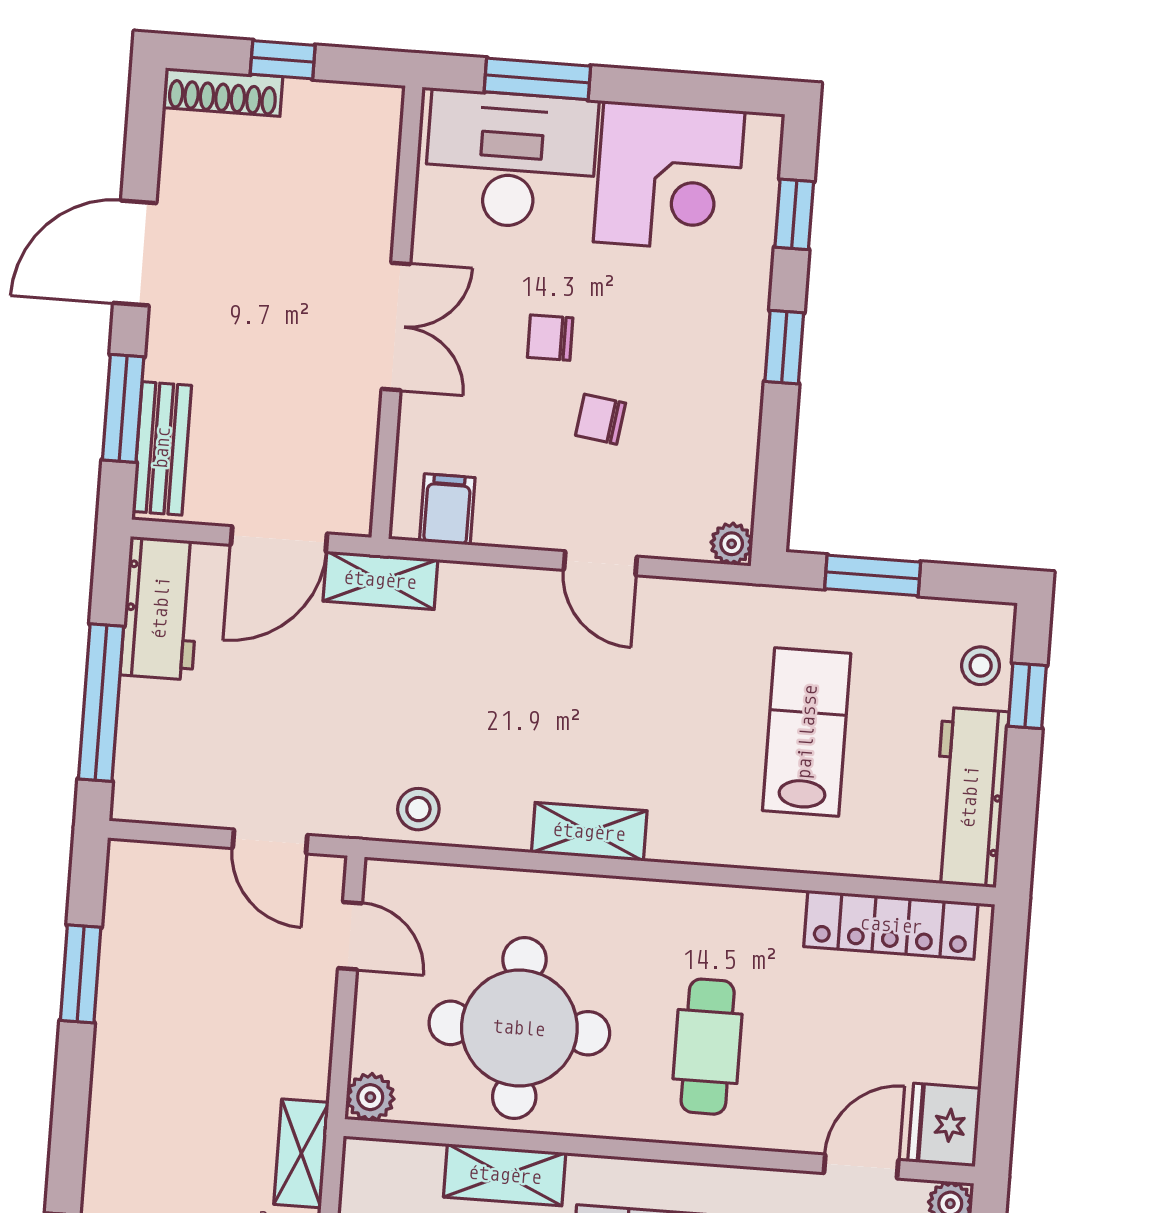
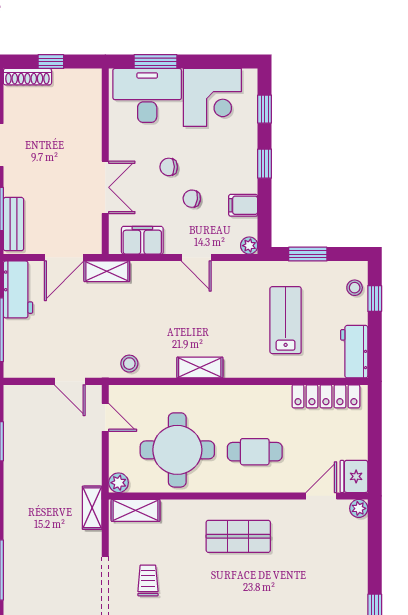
double door: (396, 326) -> (105, 187), moved
filing cabinet: (724, 445) -> (243, 205), added
filing cabinet: (447, 509) -> (142, 240), width x2.00
workbench: (970, 797) -> (354, 352), width x0.73
cafe table: (708, 1047) -> (255, 452), turned 90
shelving: (505, 1175) -> (136, 510), moved

